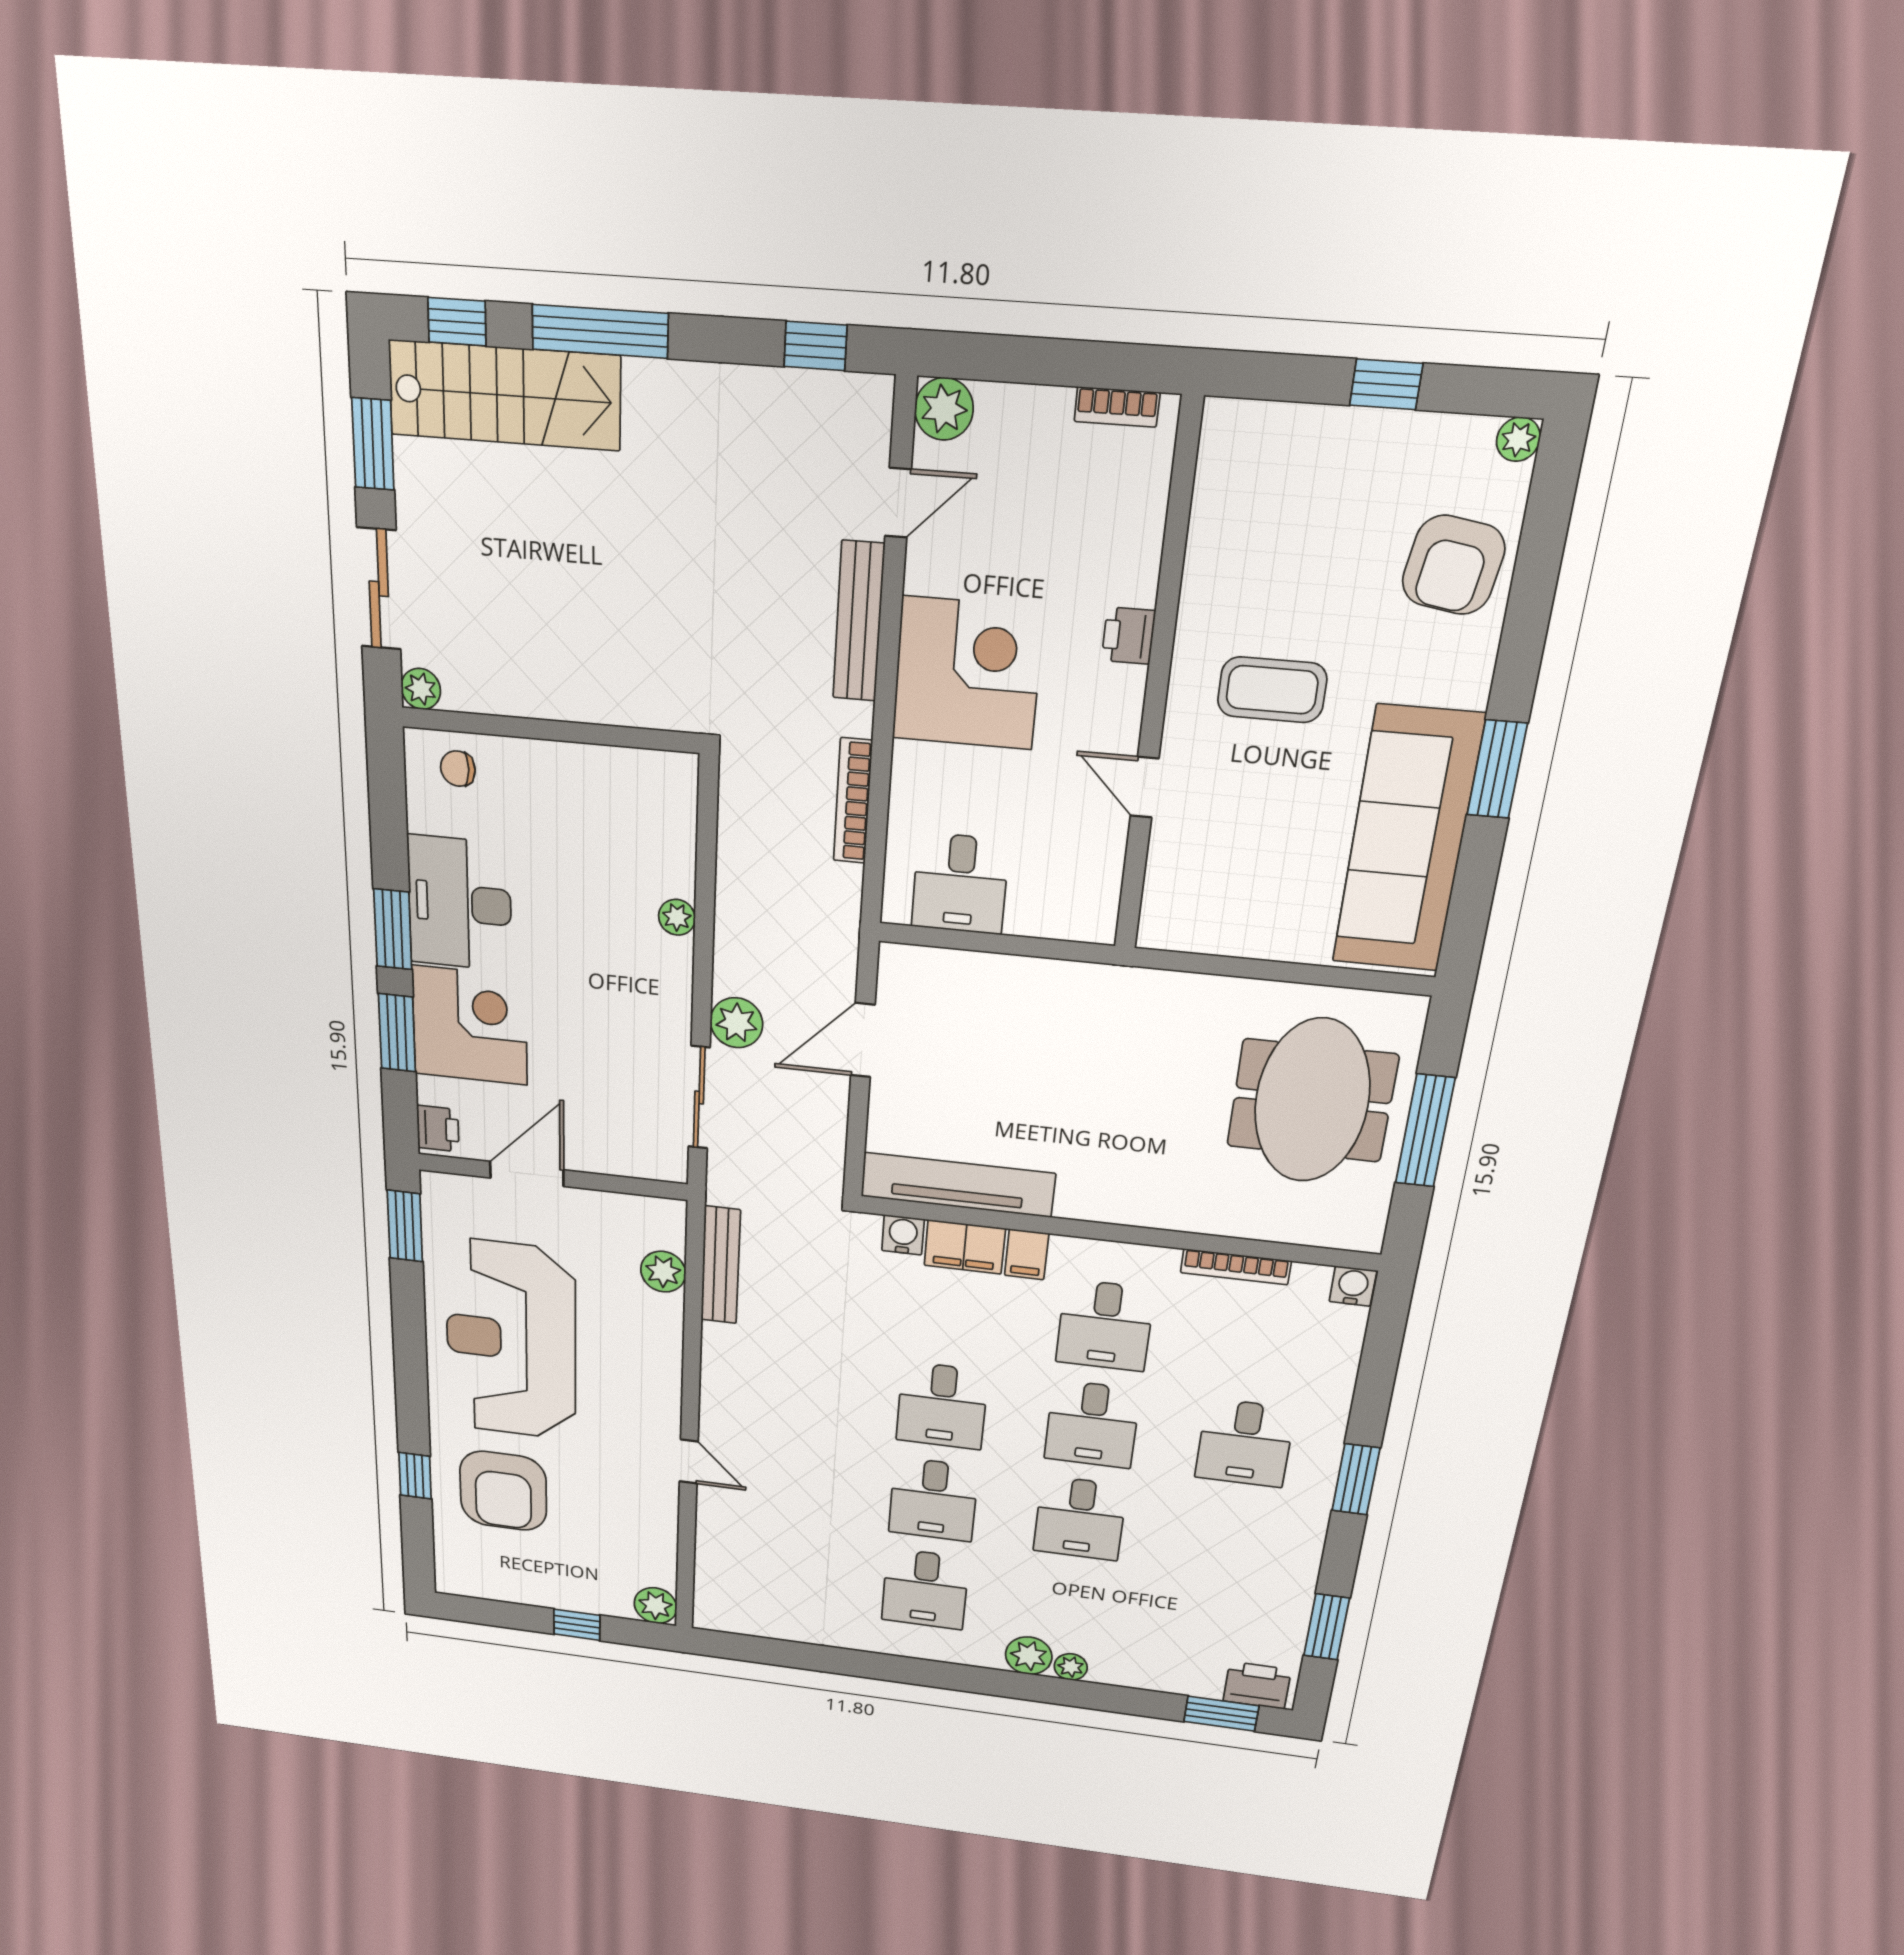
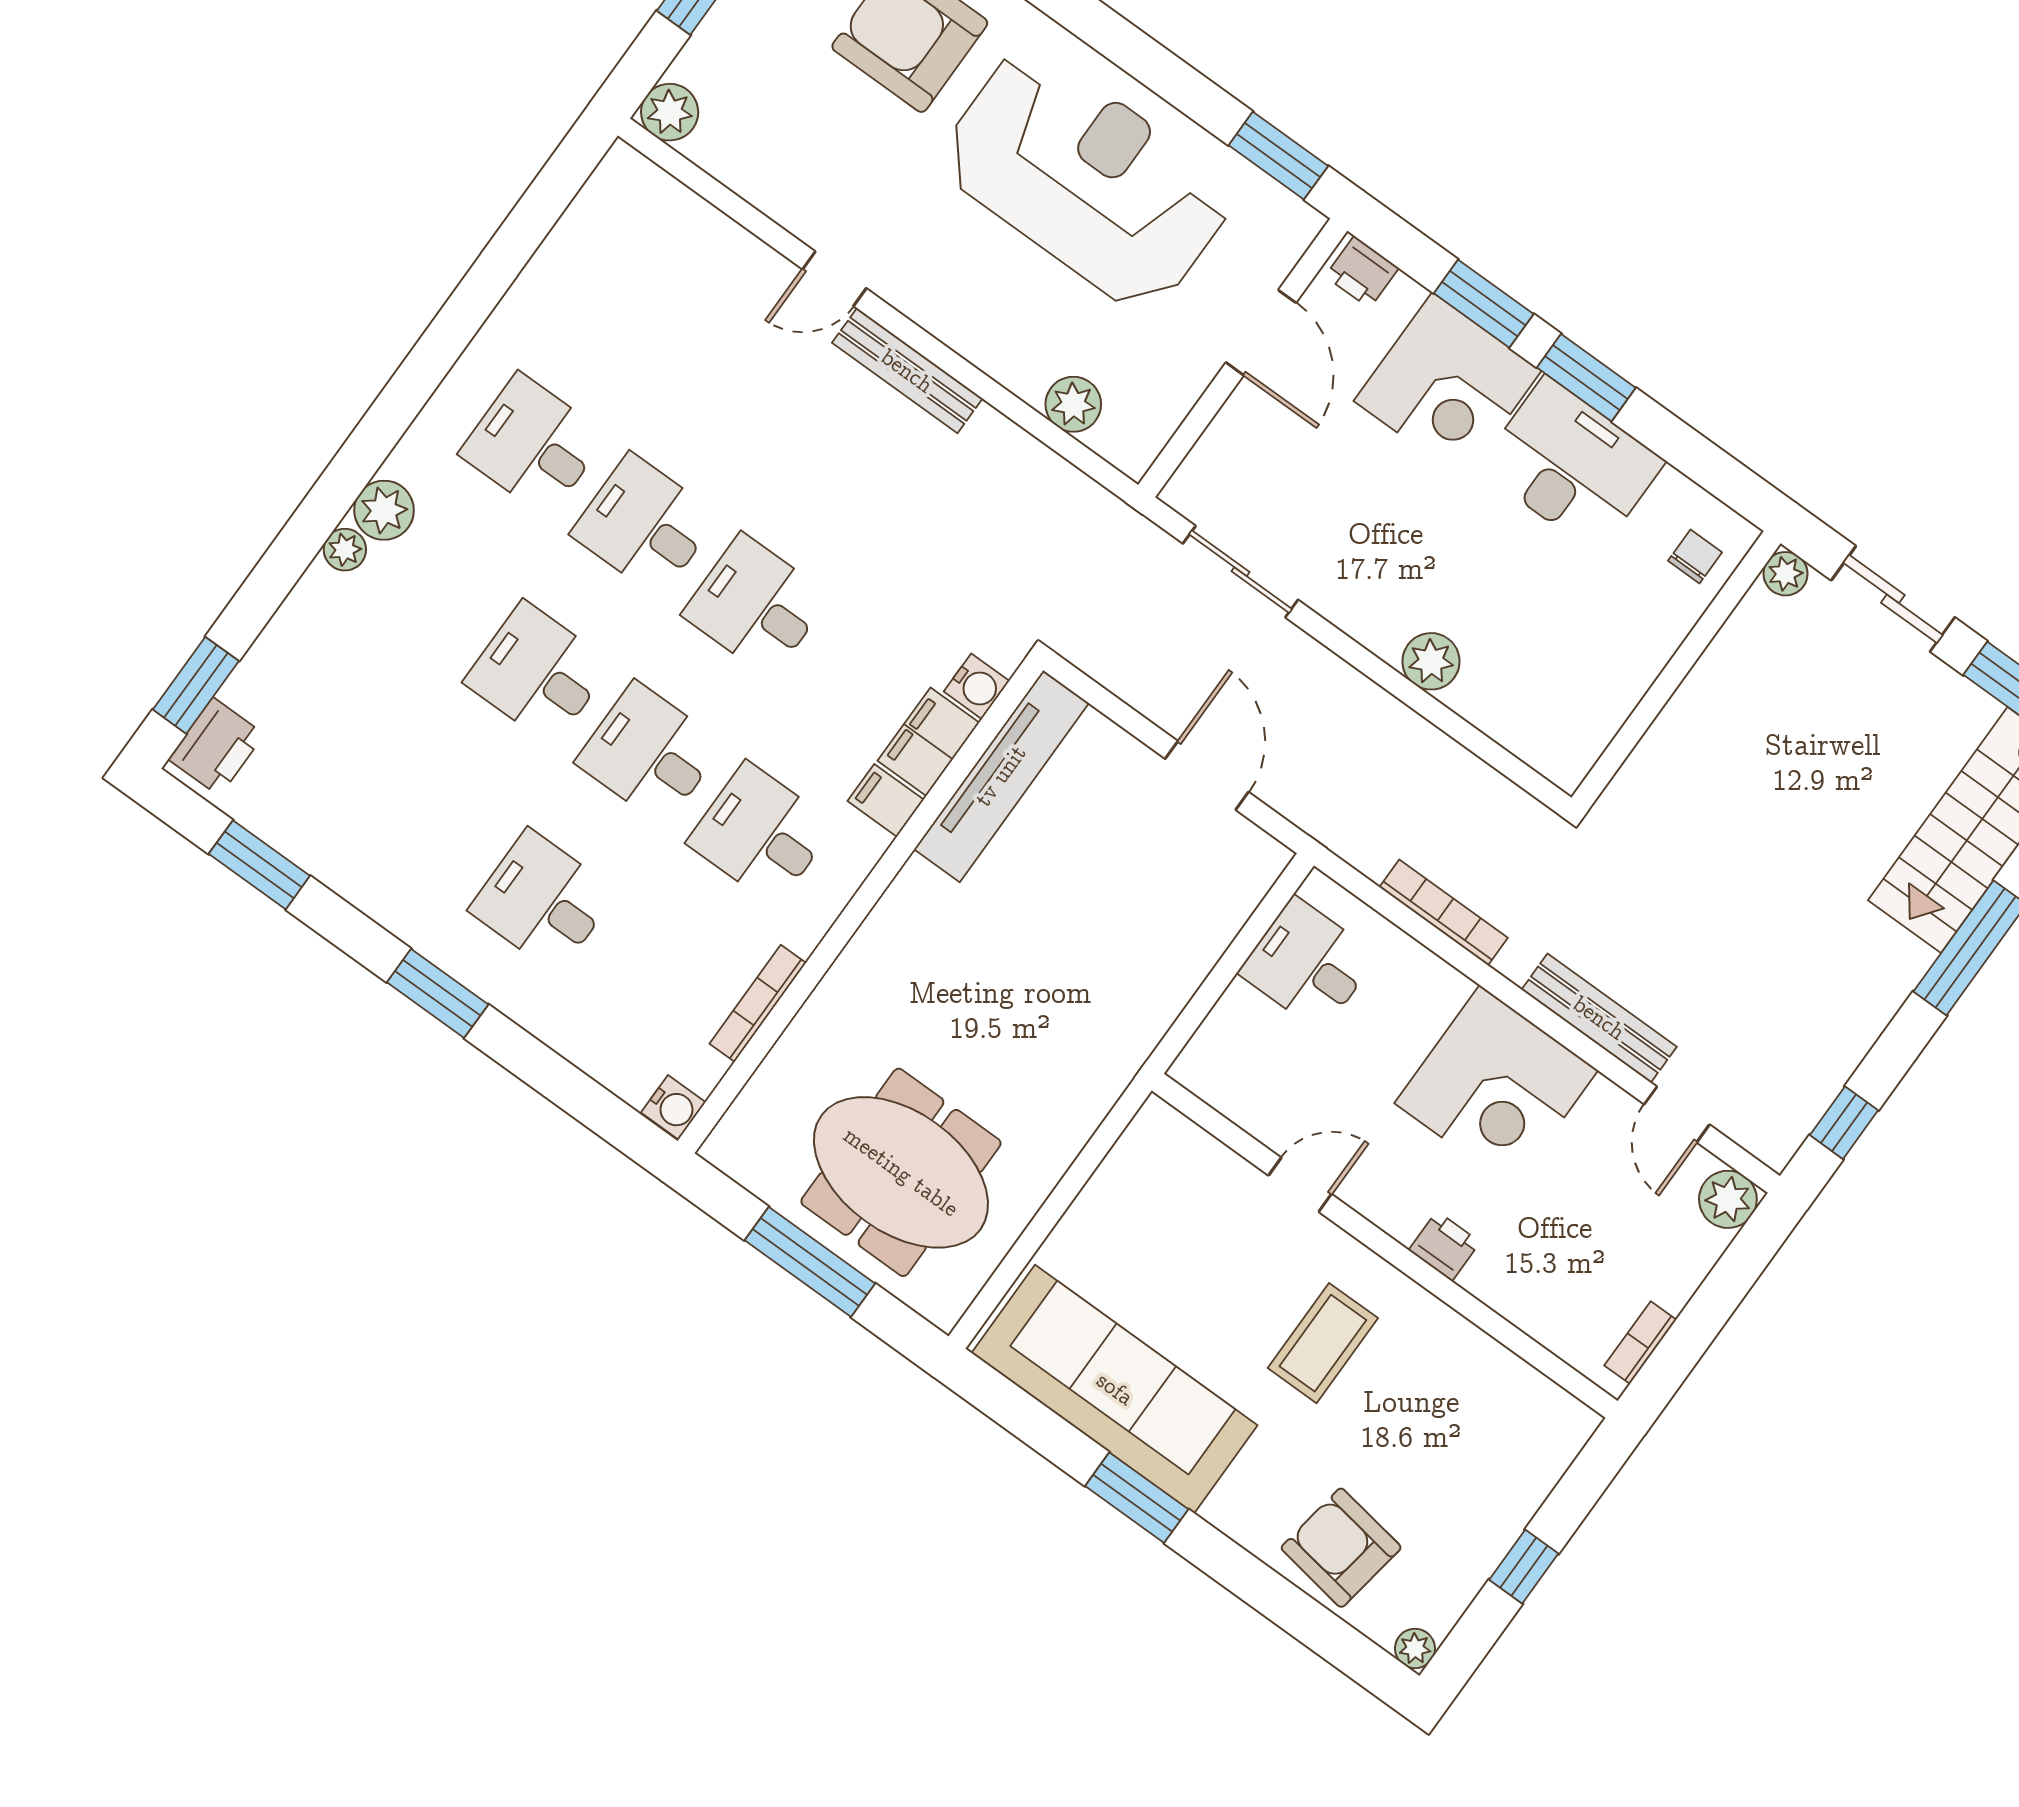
plant: (677, 917) -> (1431, 661), width x1.38, depth x1.38
plant: (736, 1023) -> (1296, 661), removed
bench: (721, 1265) -> (907, 371), moved

